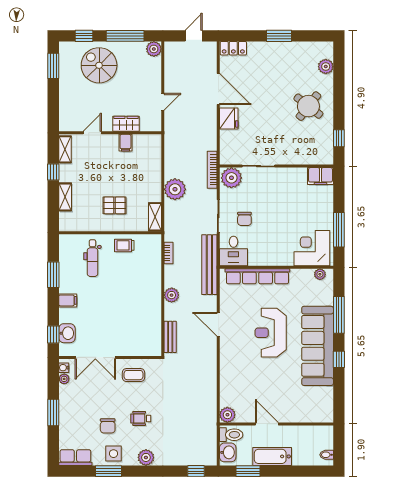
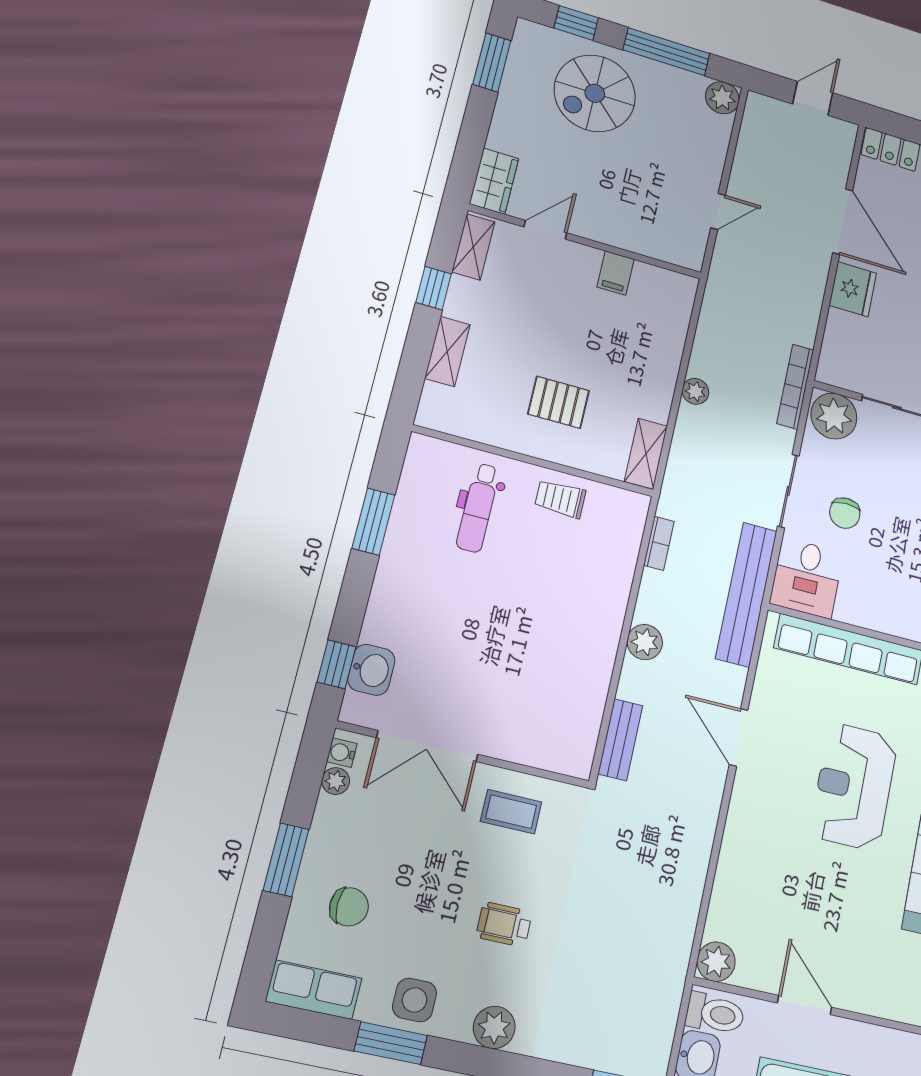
spiral stairs: (99, 65) -> (595, 93), turned -90
wardrobe: (126, 124) -> (494, 181), moved, turned 90
plant: (175, 189) -> (695, 391), width x0.53, depth x0.53
filing cabinet: (68, 300) -> (393, 591), removed
chair: (108, 426) -> (349, 907), moved, turned -90

